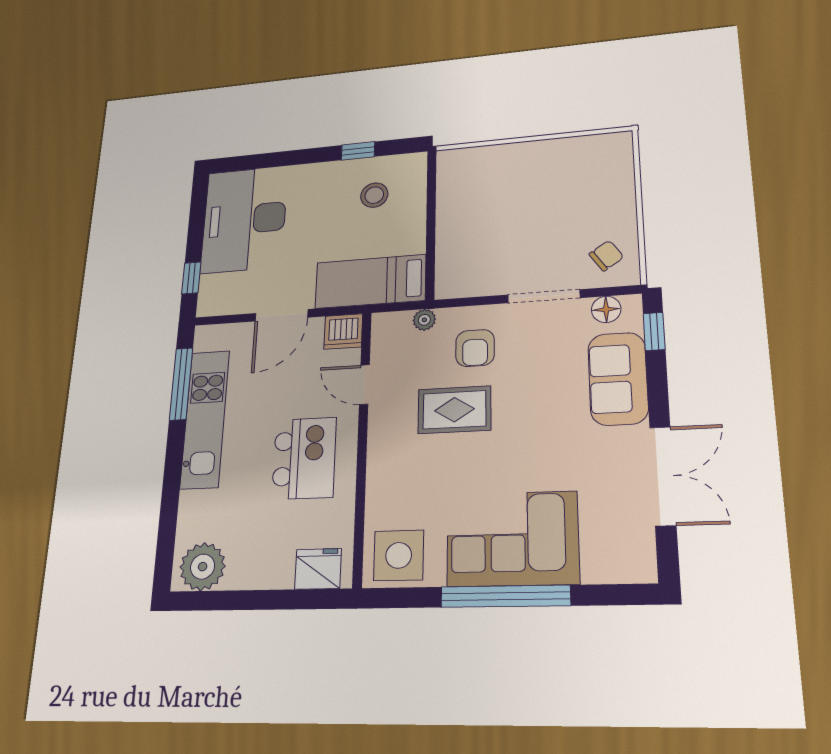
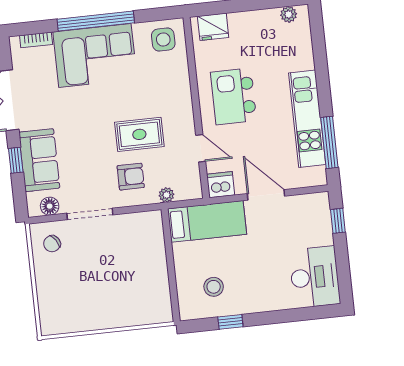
desk: (244, 219) -> (315, 277), width x0.73, depth x0.77
door: (282, 315) -> (266, 195), hinge flipped
window: (654, 331) -> (16, 160), moved
armchair: (475, 348) -> (131, 177), turned 90
side table: (399, 555) -> (163, 39), width x0.73, depth x0.73
plant: (203, 567) -> (289, 14), width x0.53, depth x0.53
bookcase: (610, 573) -> (36, 40), added

